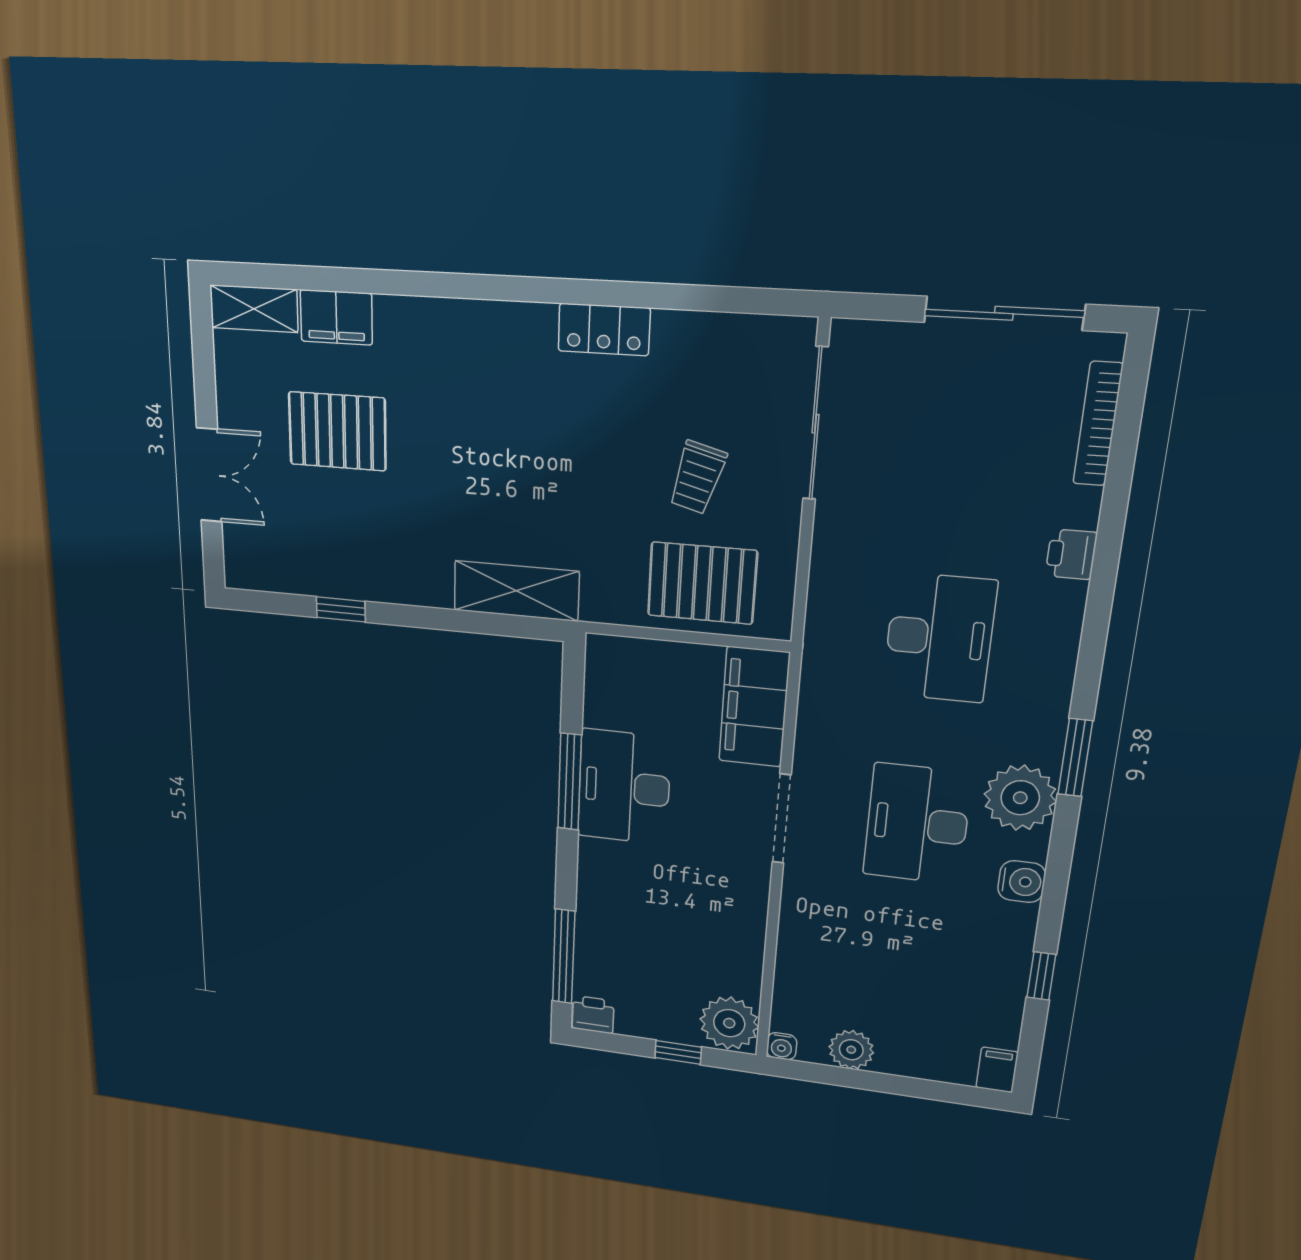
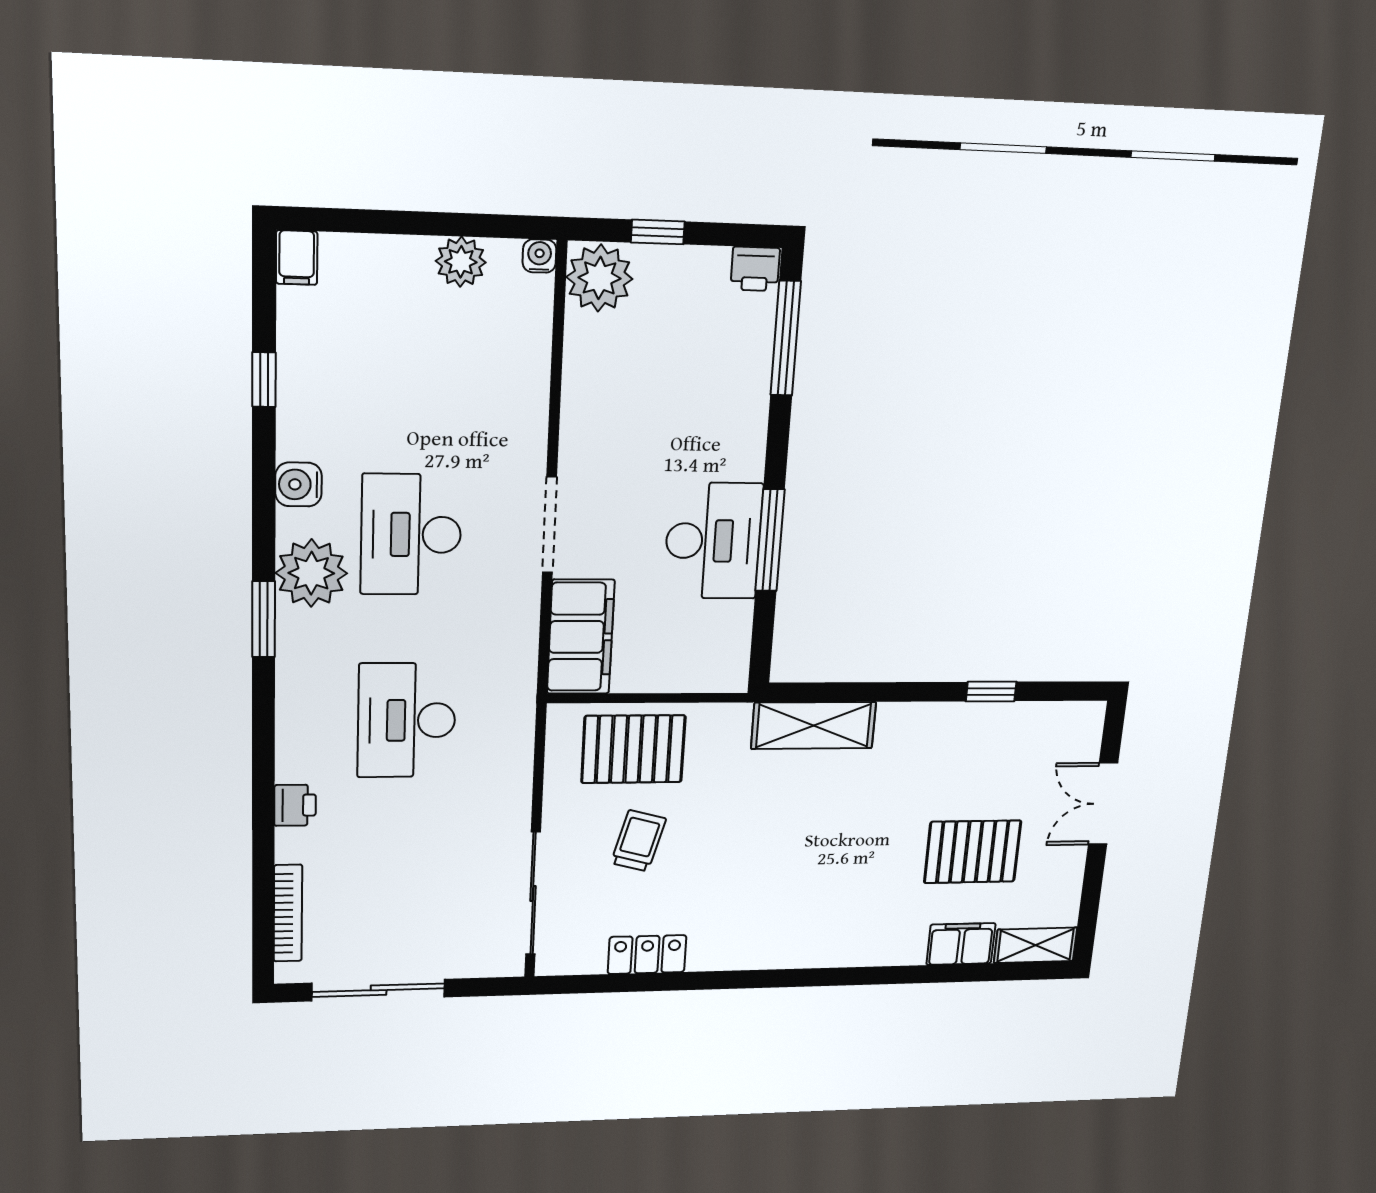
locker: (604, 330) -> (647, 955), moved
desk: (917, 824) -> (411, 535), turned 180

